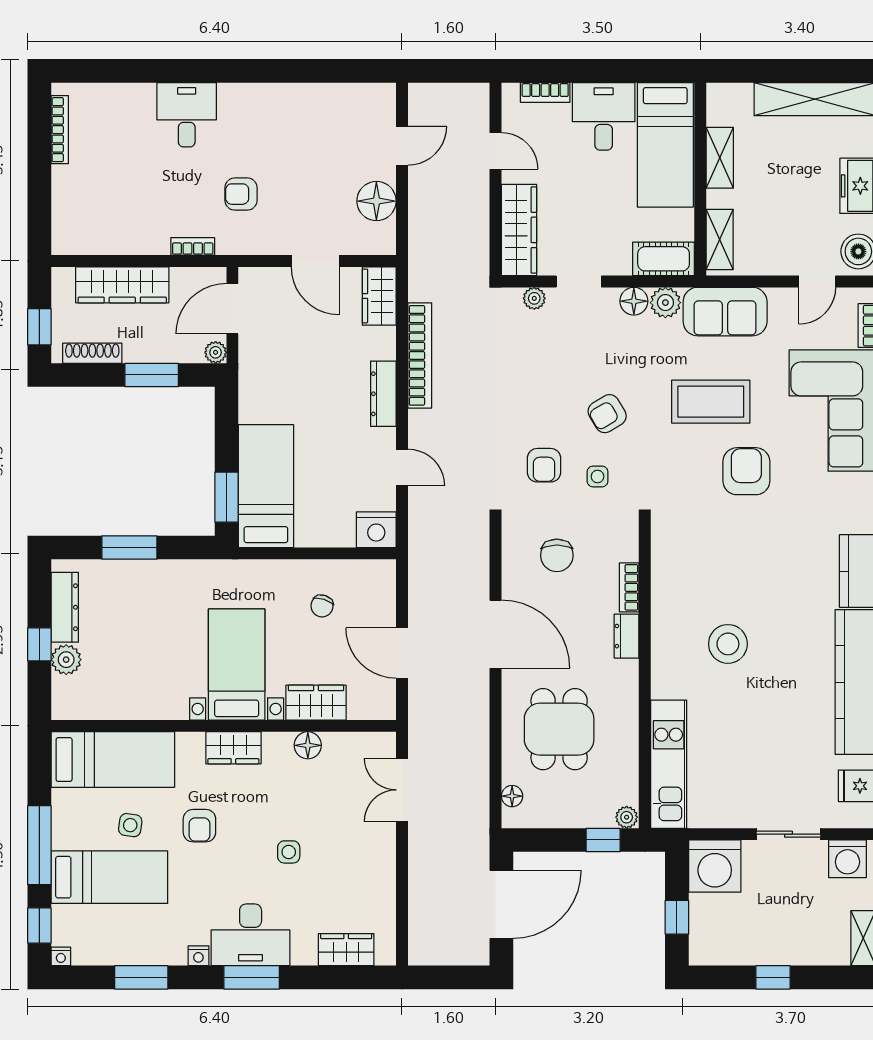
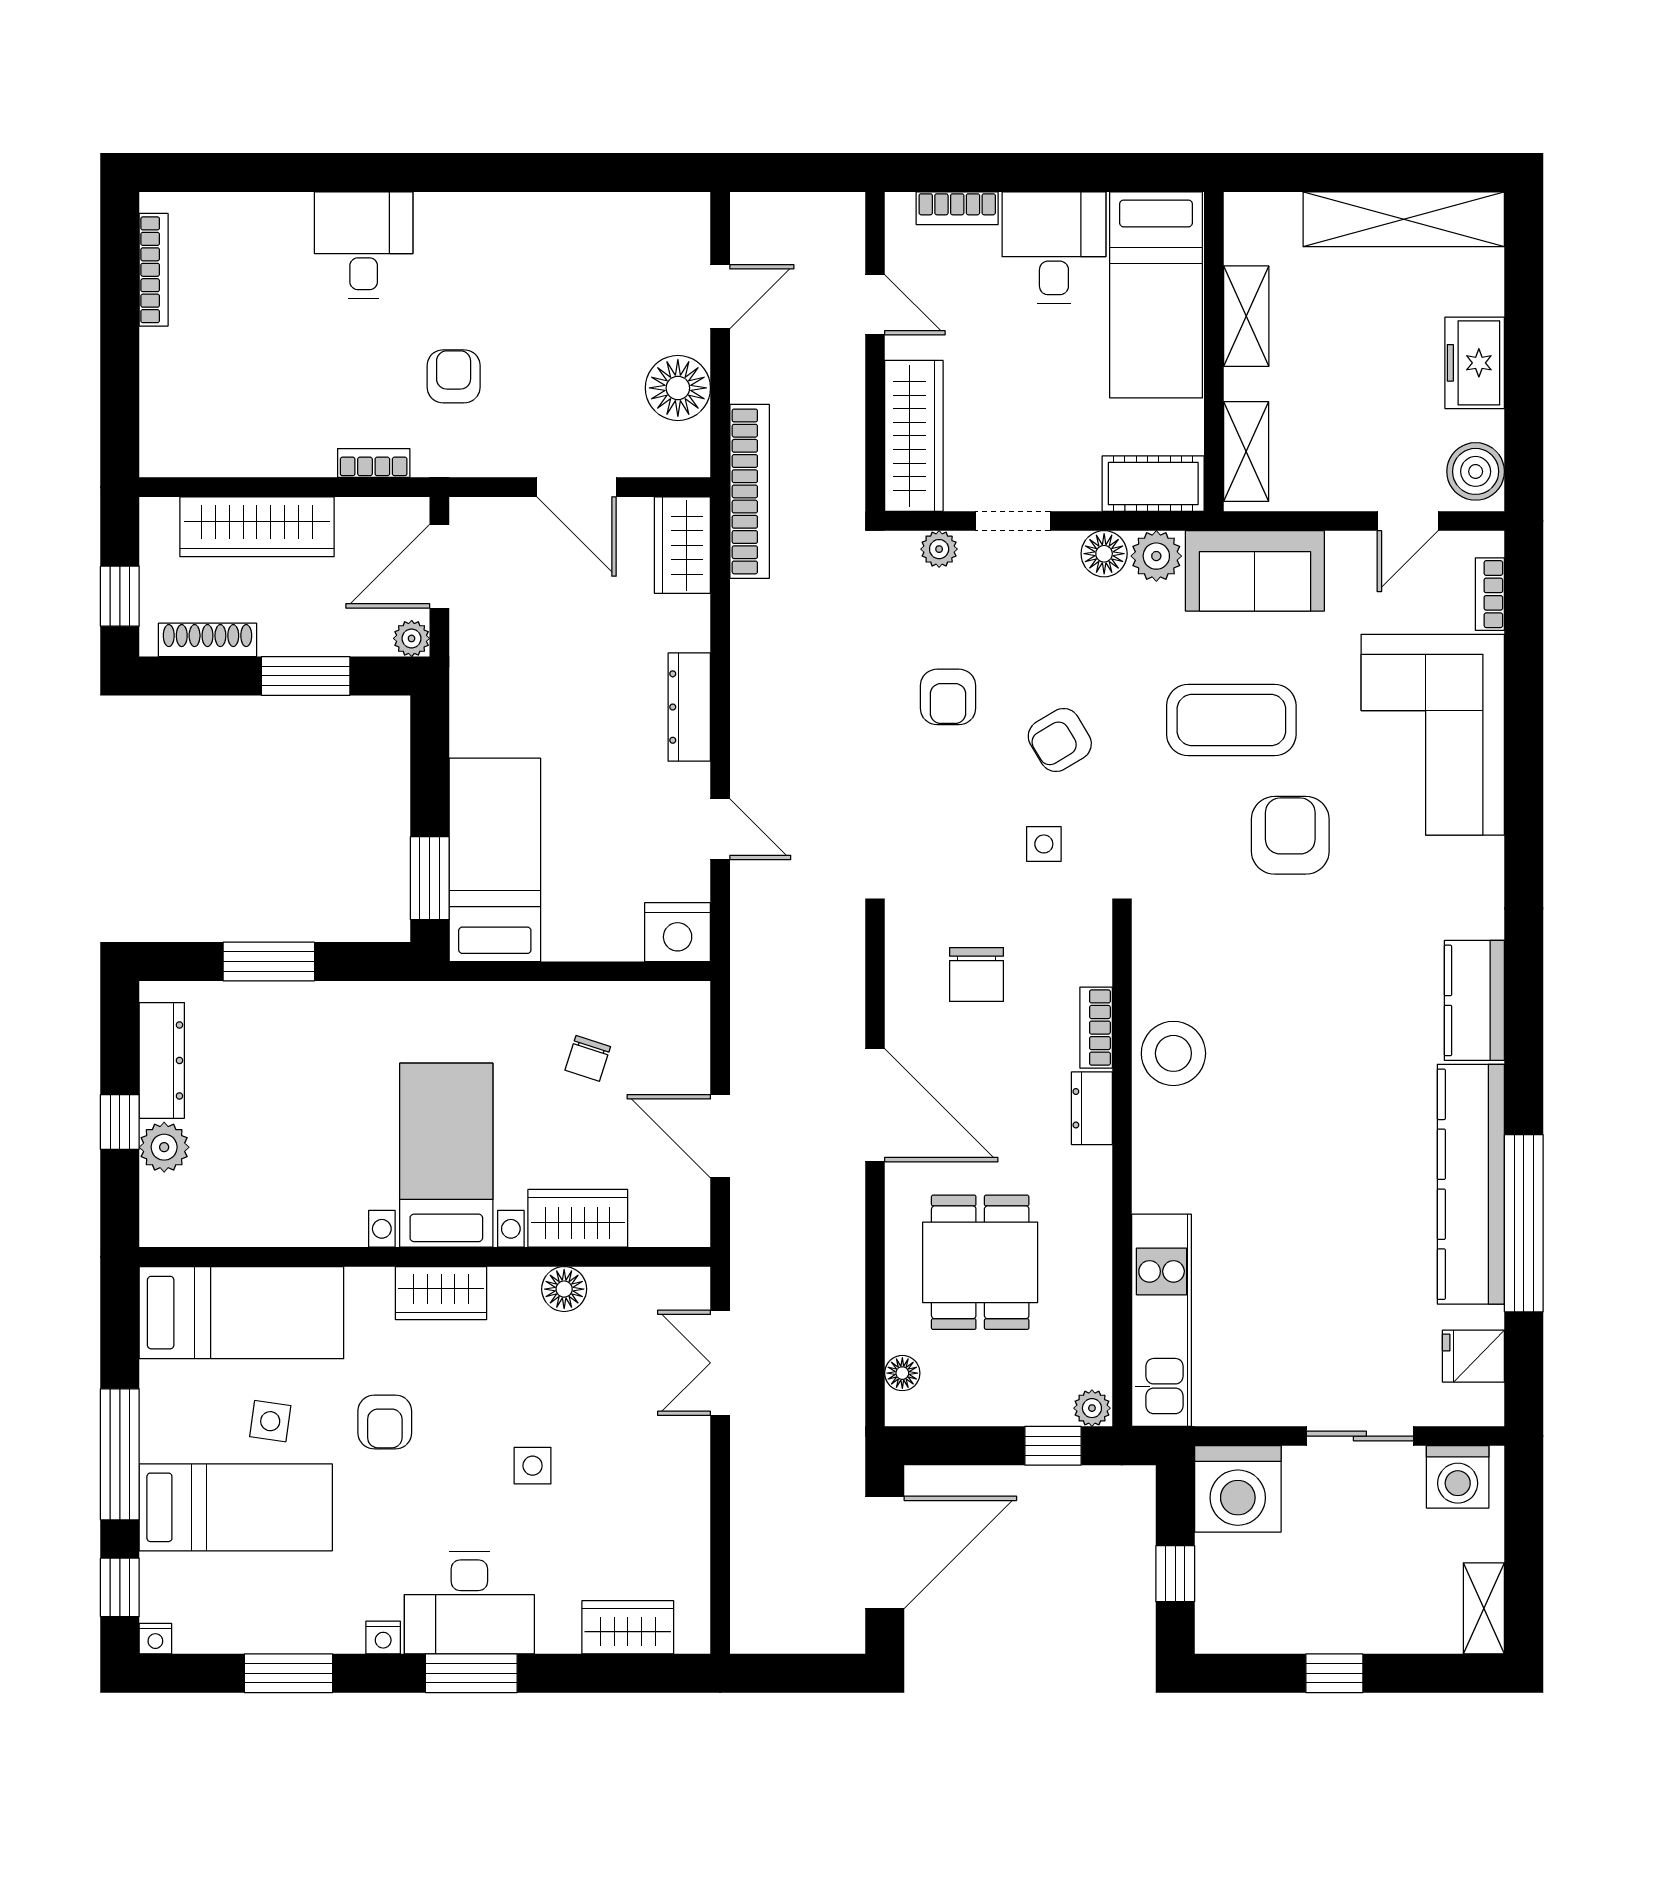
armchair: (241, 194) -> (454, 376), turned 90
bookcase: (420, 355) -> (750, 491), moved
armchair: (544, 465) -> (948, 697), moved
stool: (728, 644) -> (1173, 1053), moved

